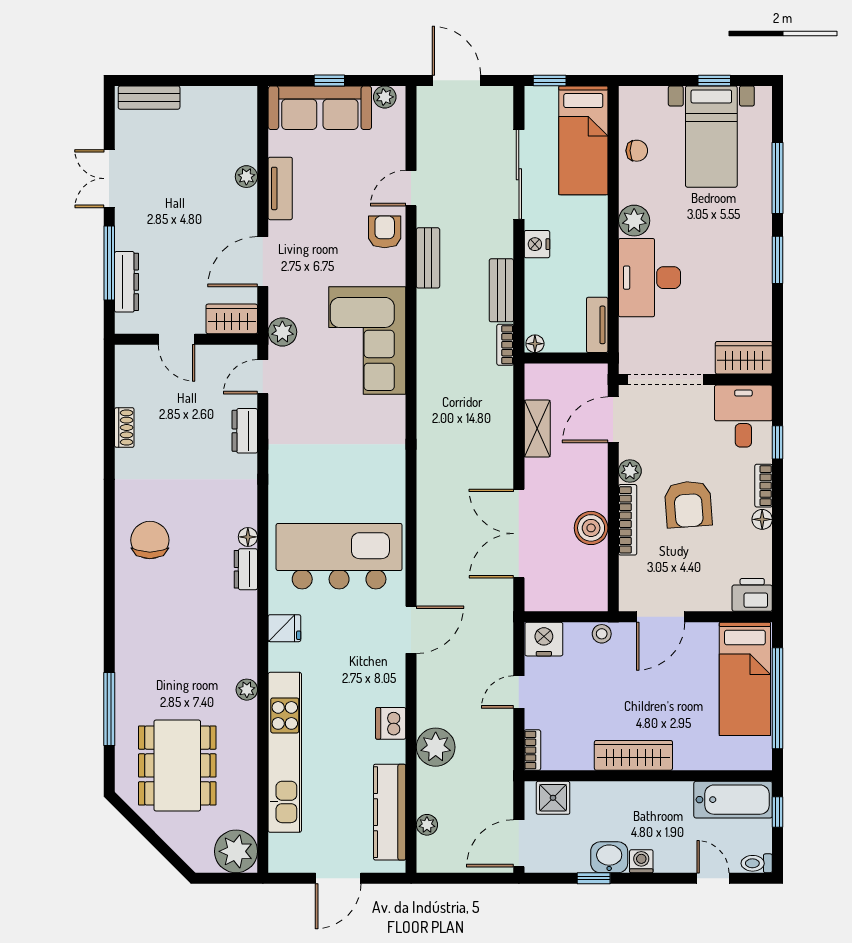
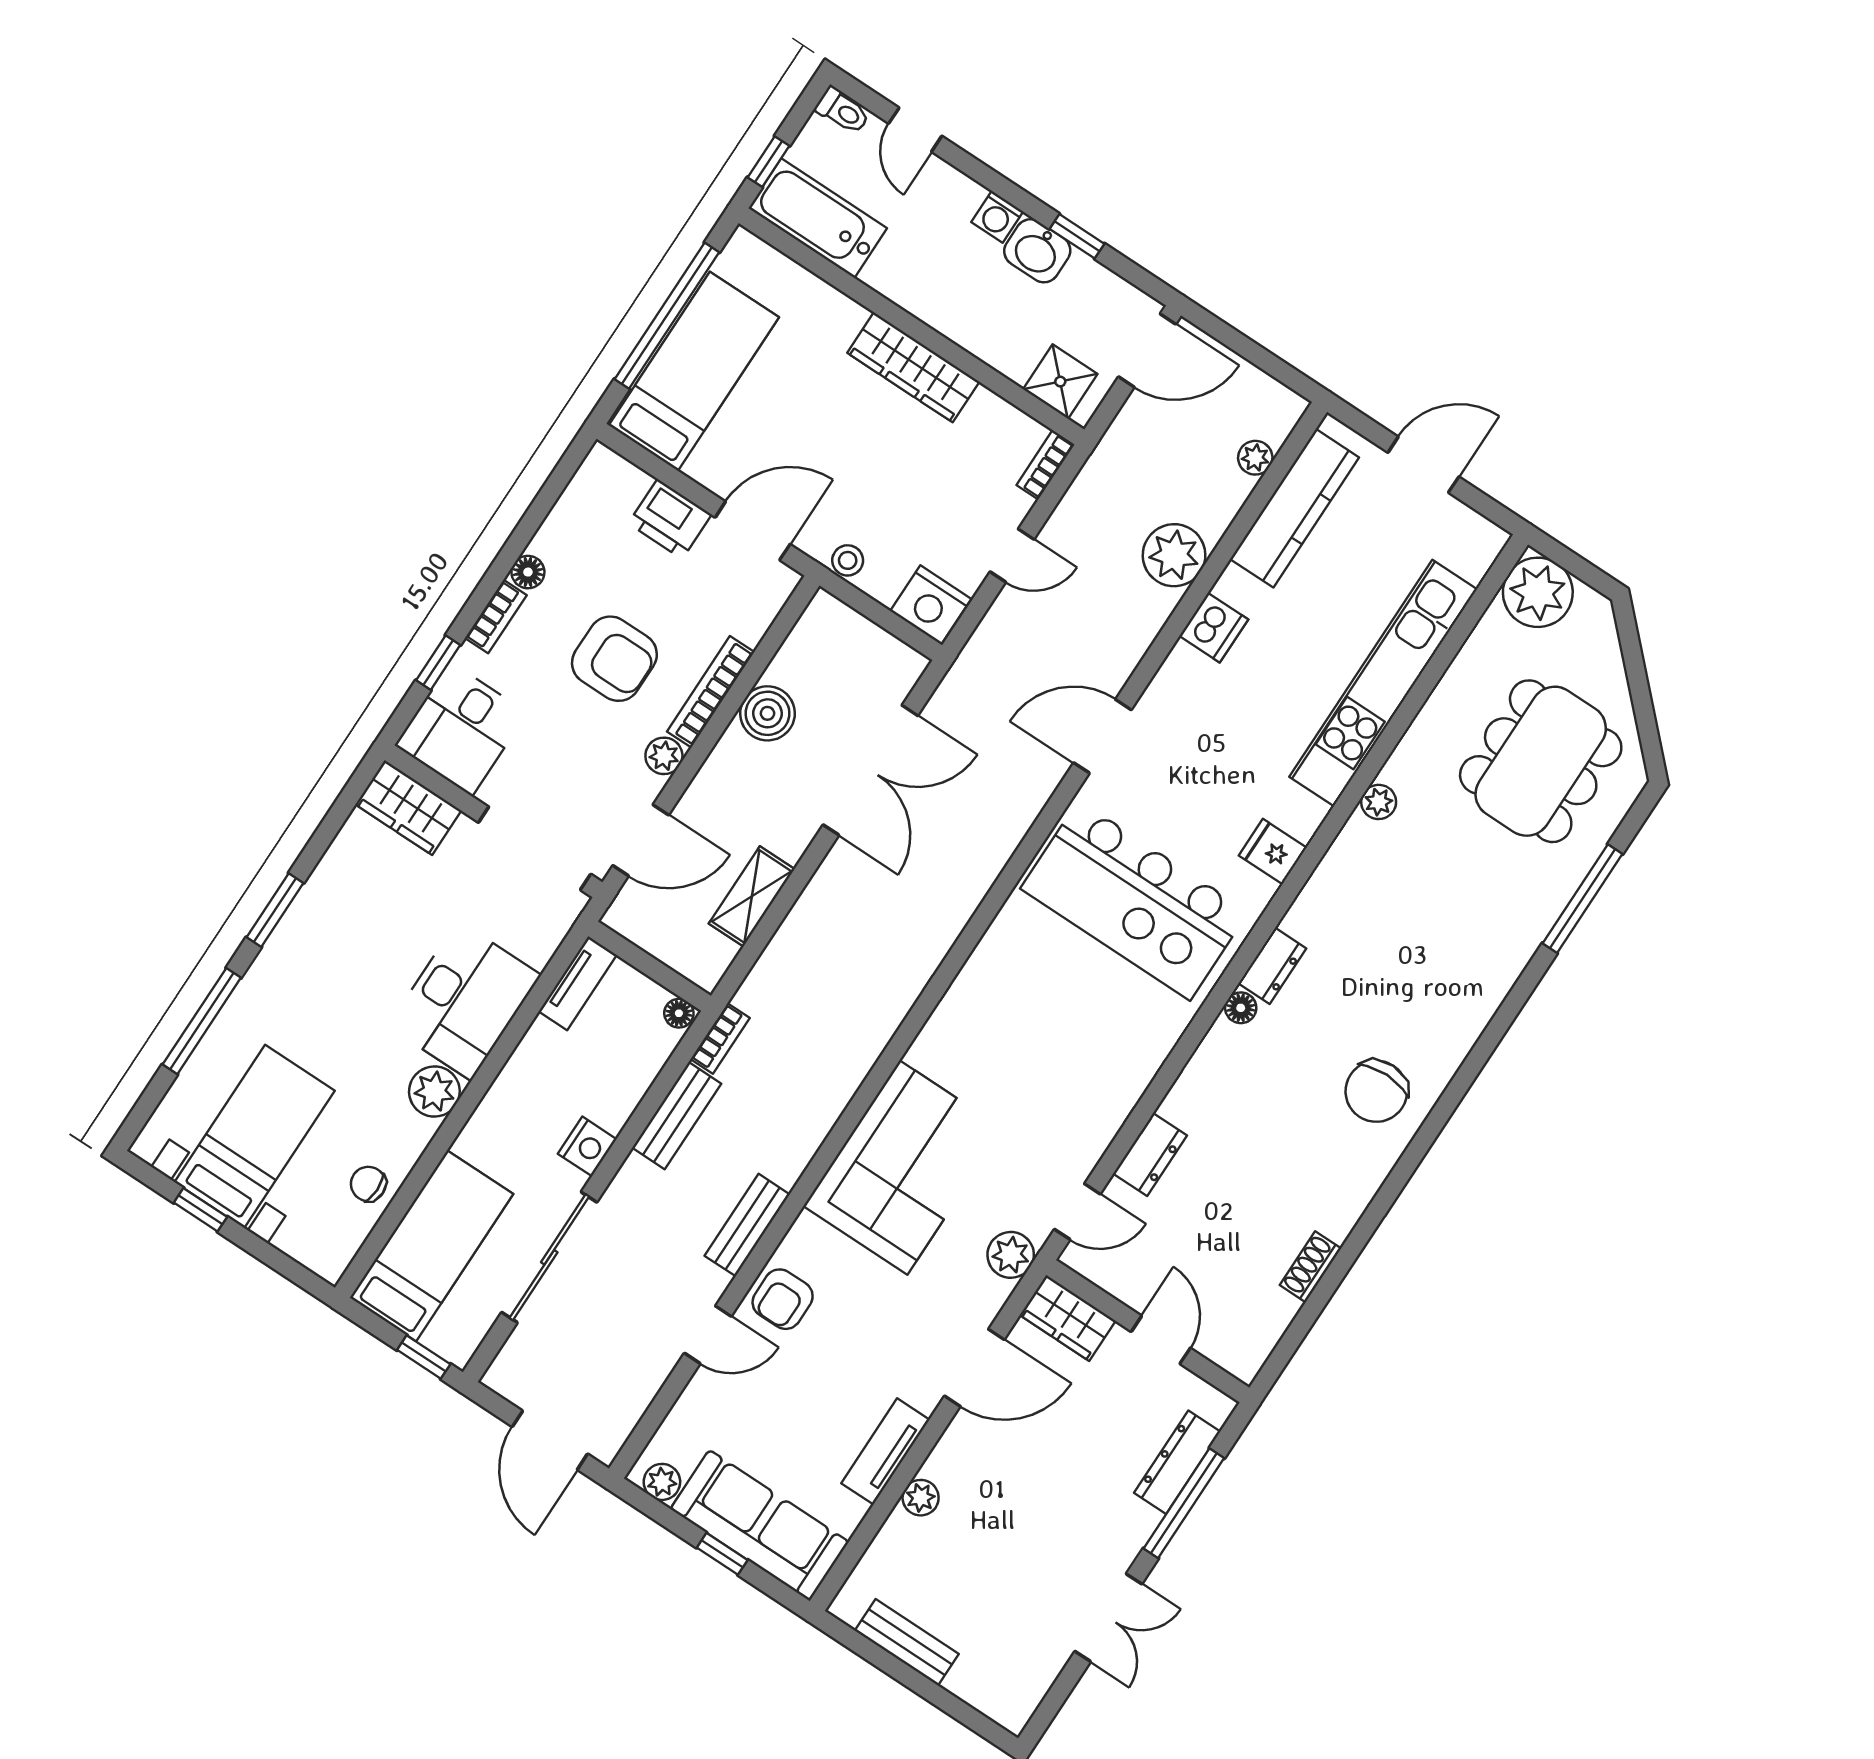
bench: (149, 98) -> (907, 1642), moved
armchair: (688, 504) -> (614, 659), turned 94
printer: (752, 595) -> (670, 519), moved

